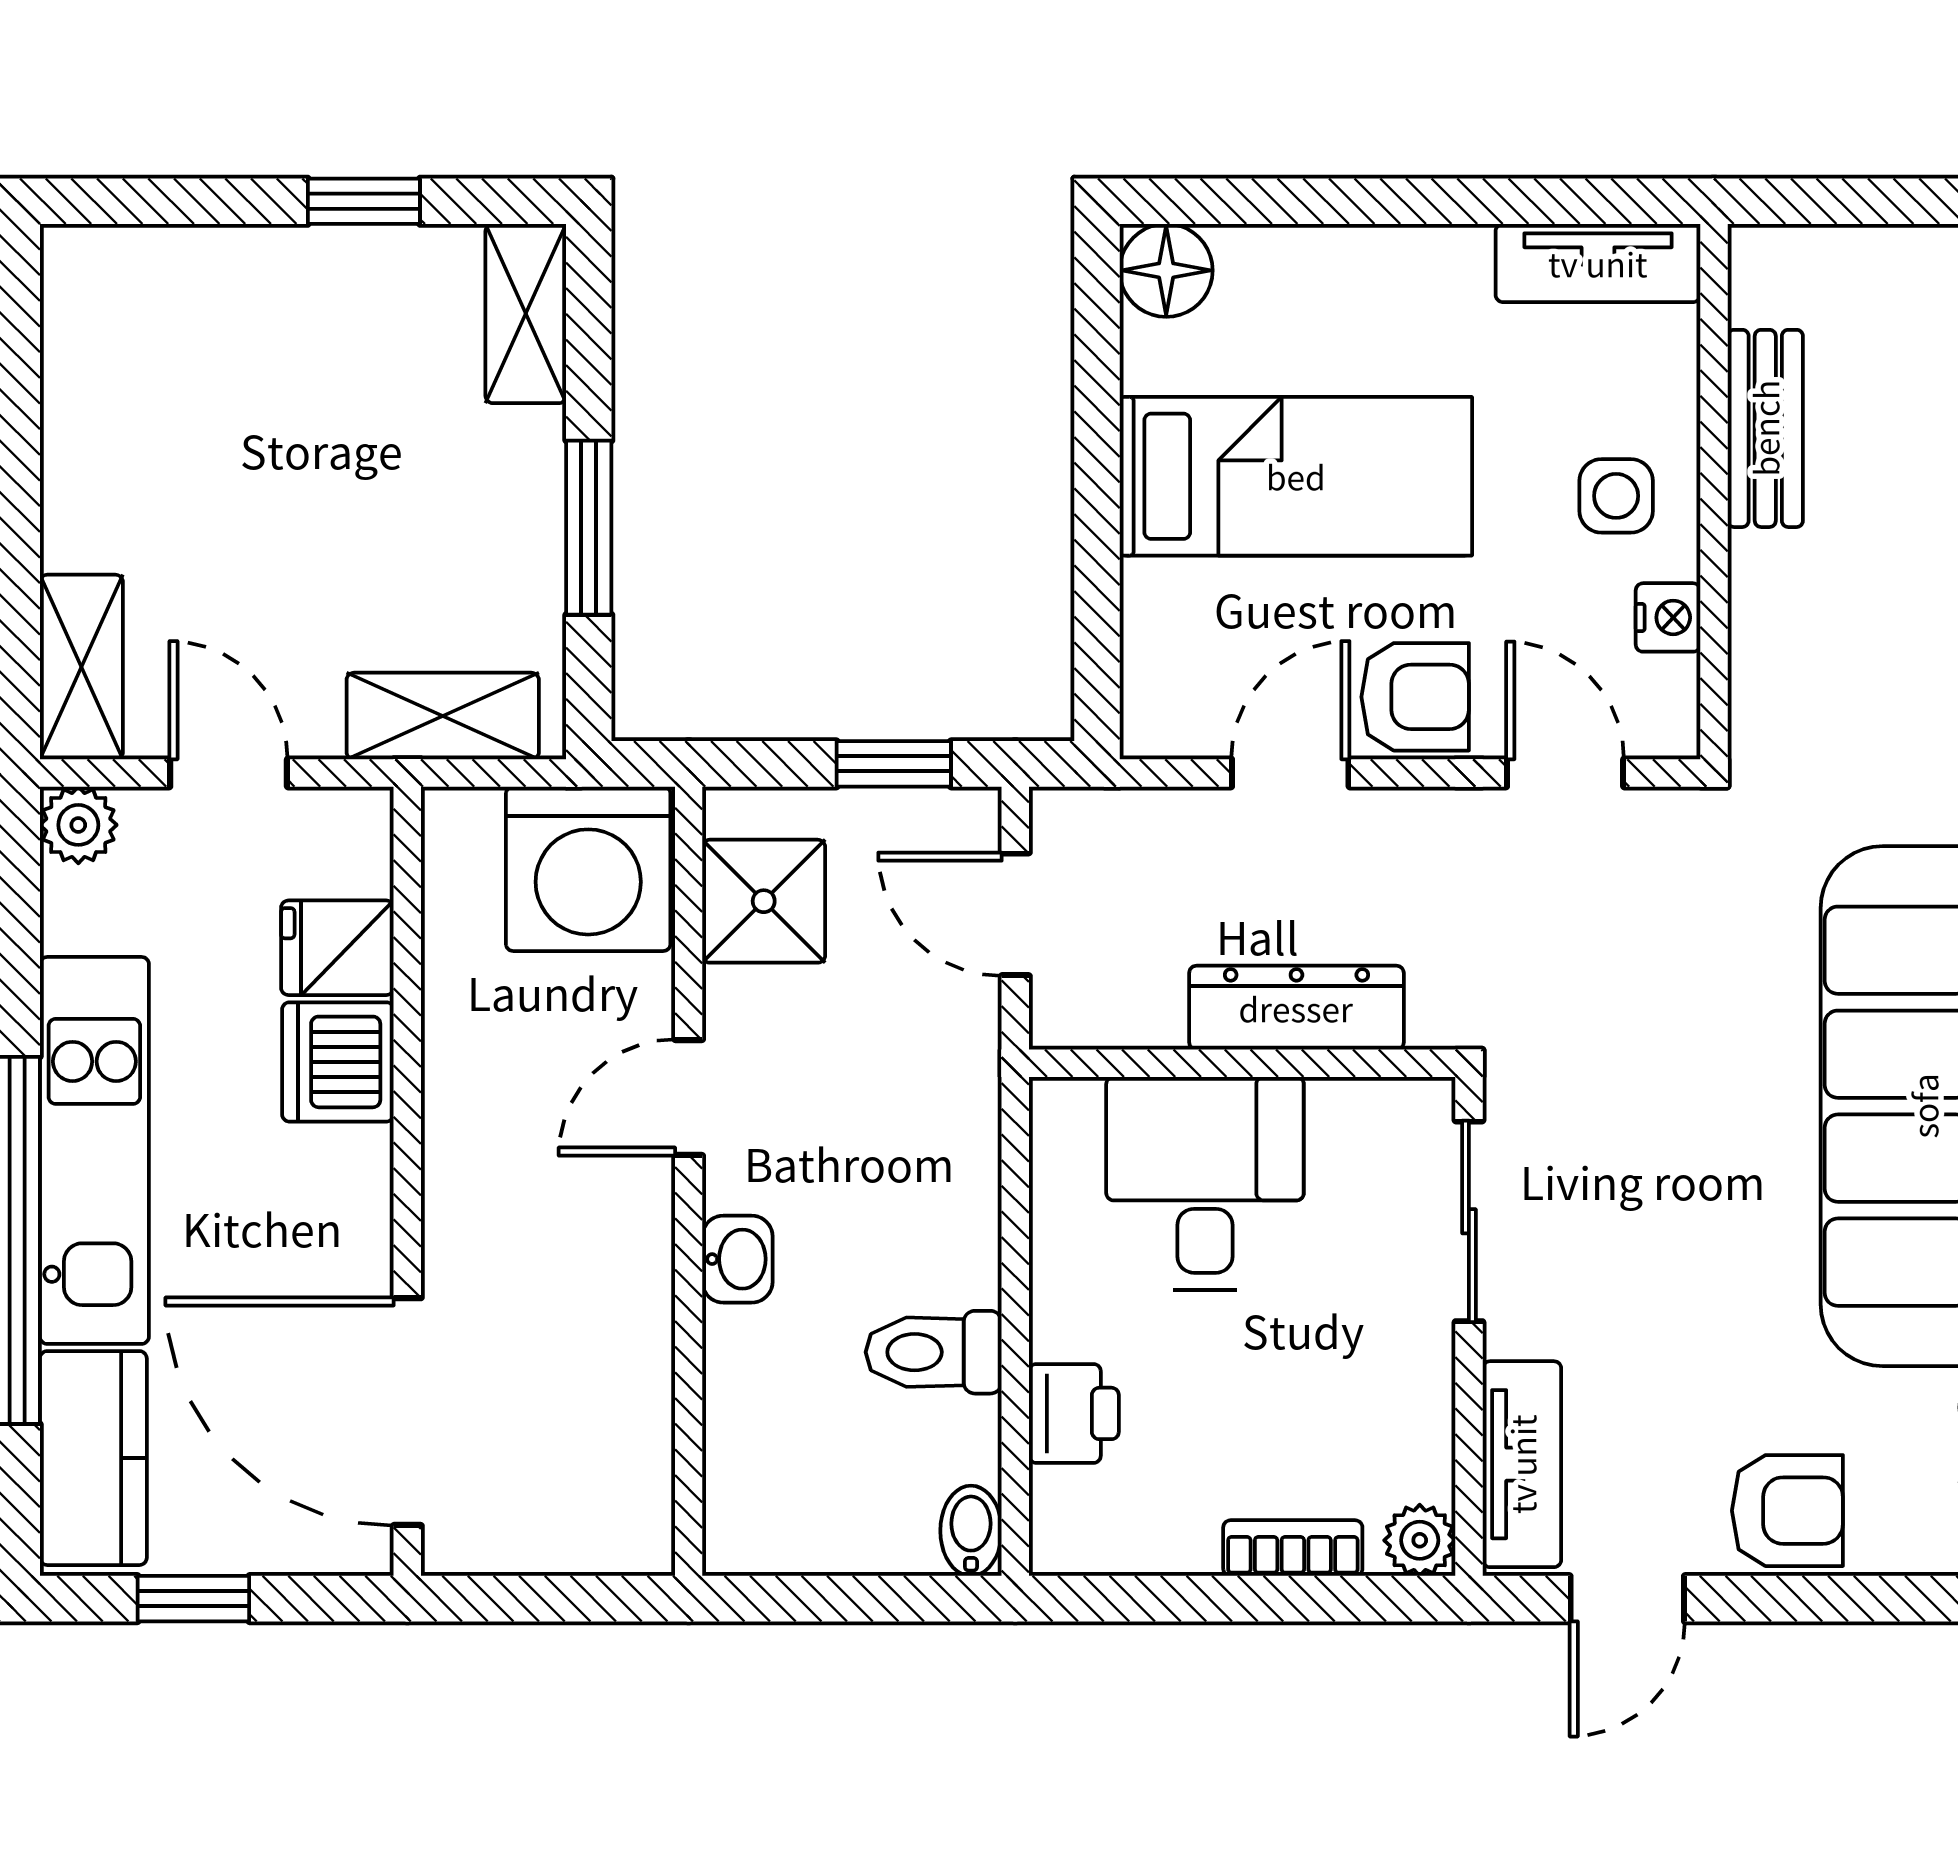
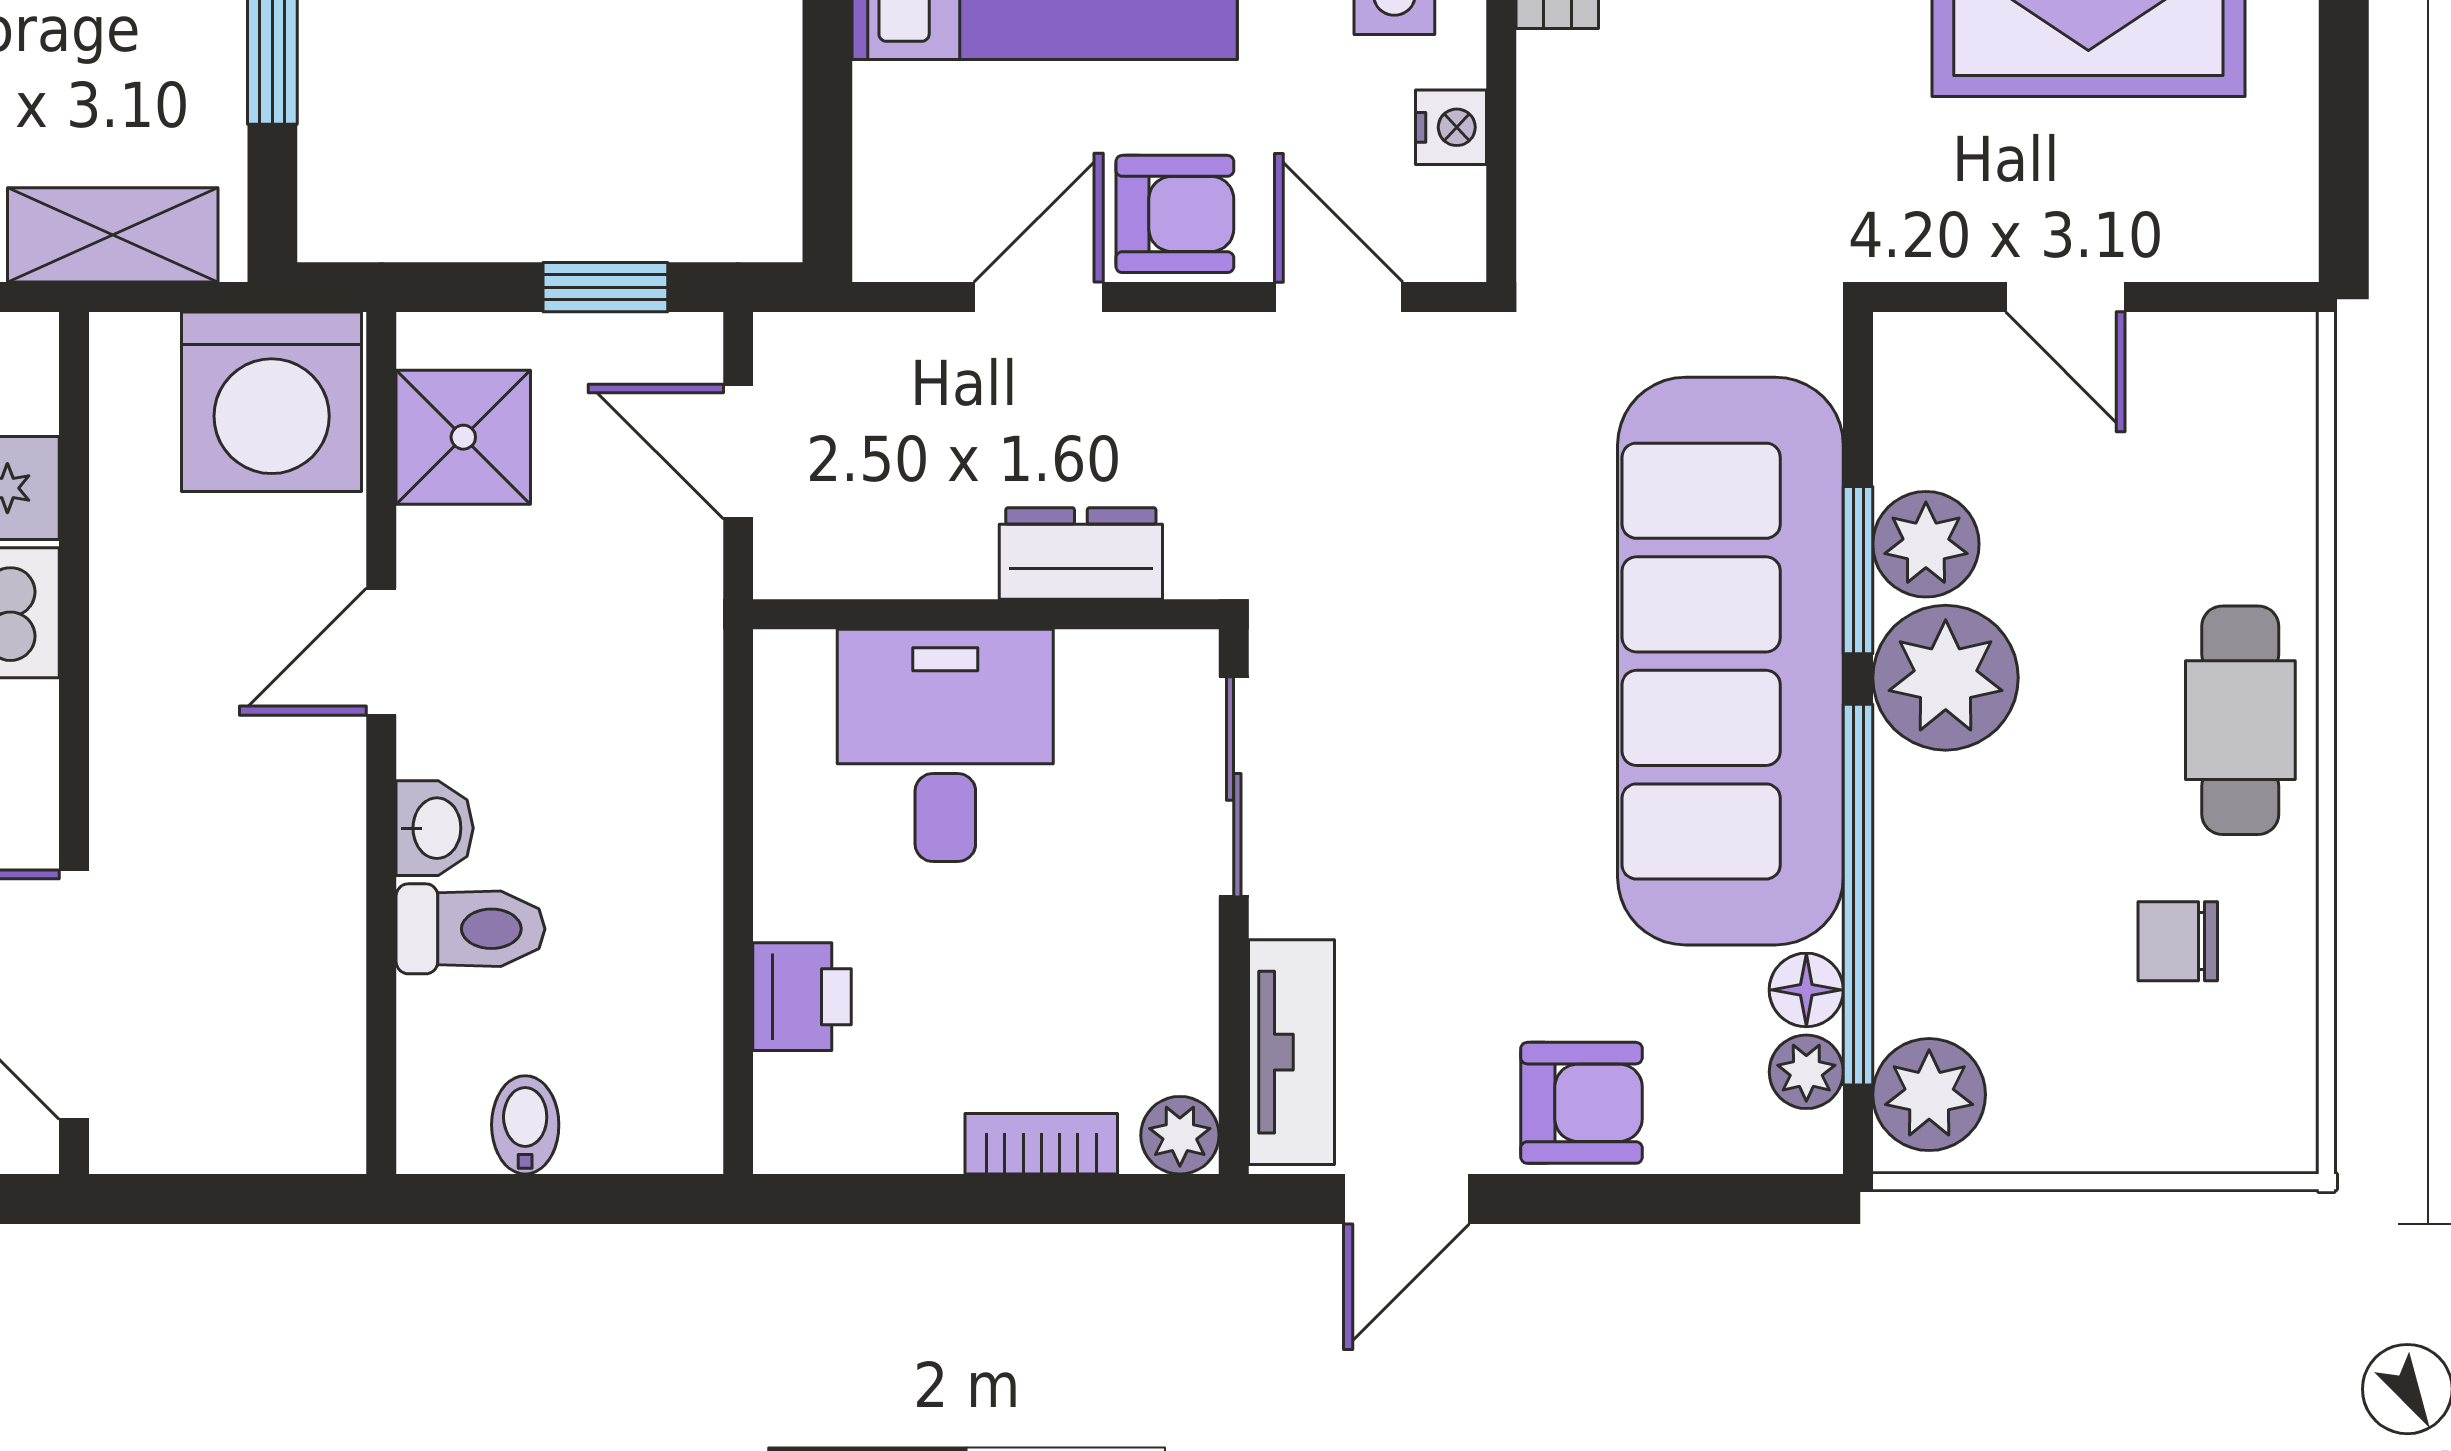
dresser: (1296, 1008) -> (1081, 553), width x0.70
toilet: (934, 1352) -> (471, 929), moved, turned 180
bidet: (971, 1531) -> (525, 1125), moved

